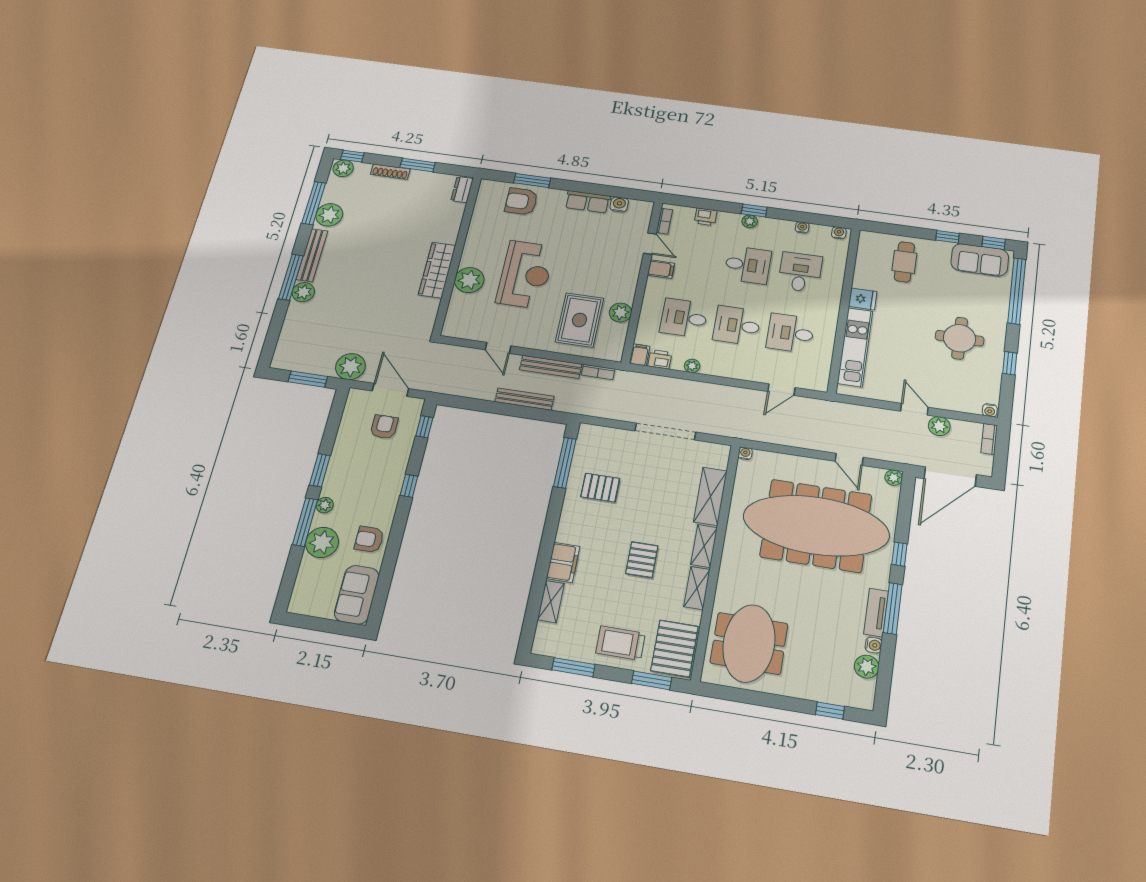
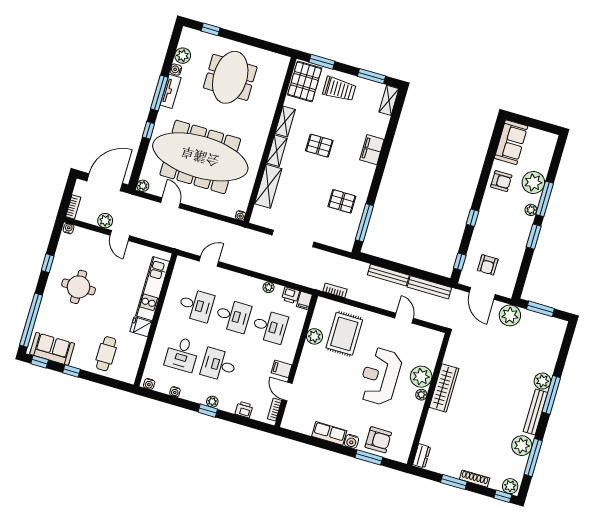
water cooler: (619, 204) -> (352, 441), moved
plant: (467, 259) -> (421, 395), added
bench: (551, 367) -> (429, 287), moved
pallet: (642, 560) -> (319, 146), turned 90
shelving: (551, 602) -> (389, 100), moved
meeting table: (749, 643) -> (230, 77), moved

